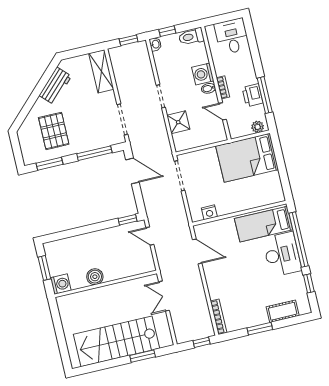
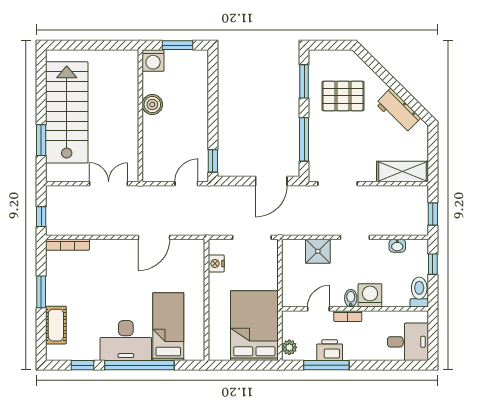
washbasin: (155, 44) -> (397, 246), moved
nightstand: (209, 212) -> (216, 263), moved
wall: (239, 213) -> (207, 300), moved

